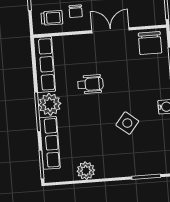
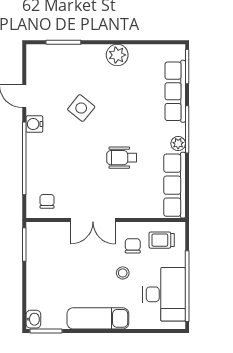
chair: (150, 43) -> (47, 201), width x0.54, depth x0.54
plant: (50, 104) -> (178, 144), width x0.53, depth x0.53
plant: (86, 171) -> (117, 55), moved

